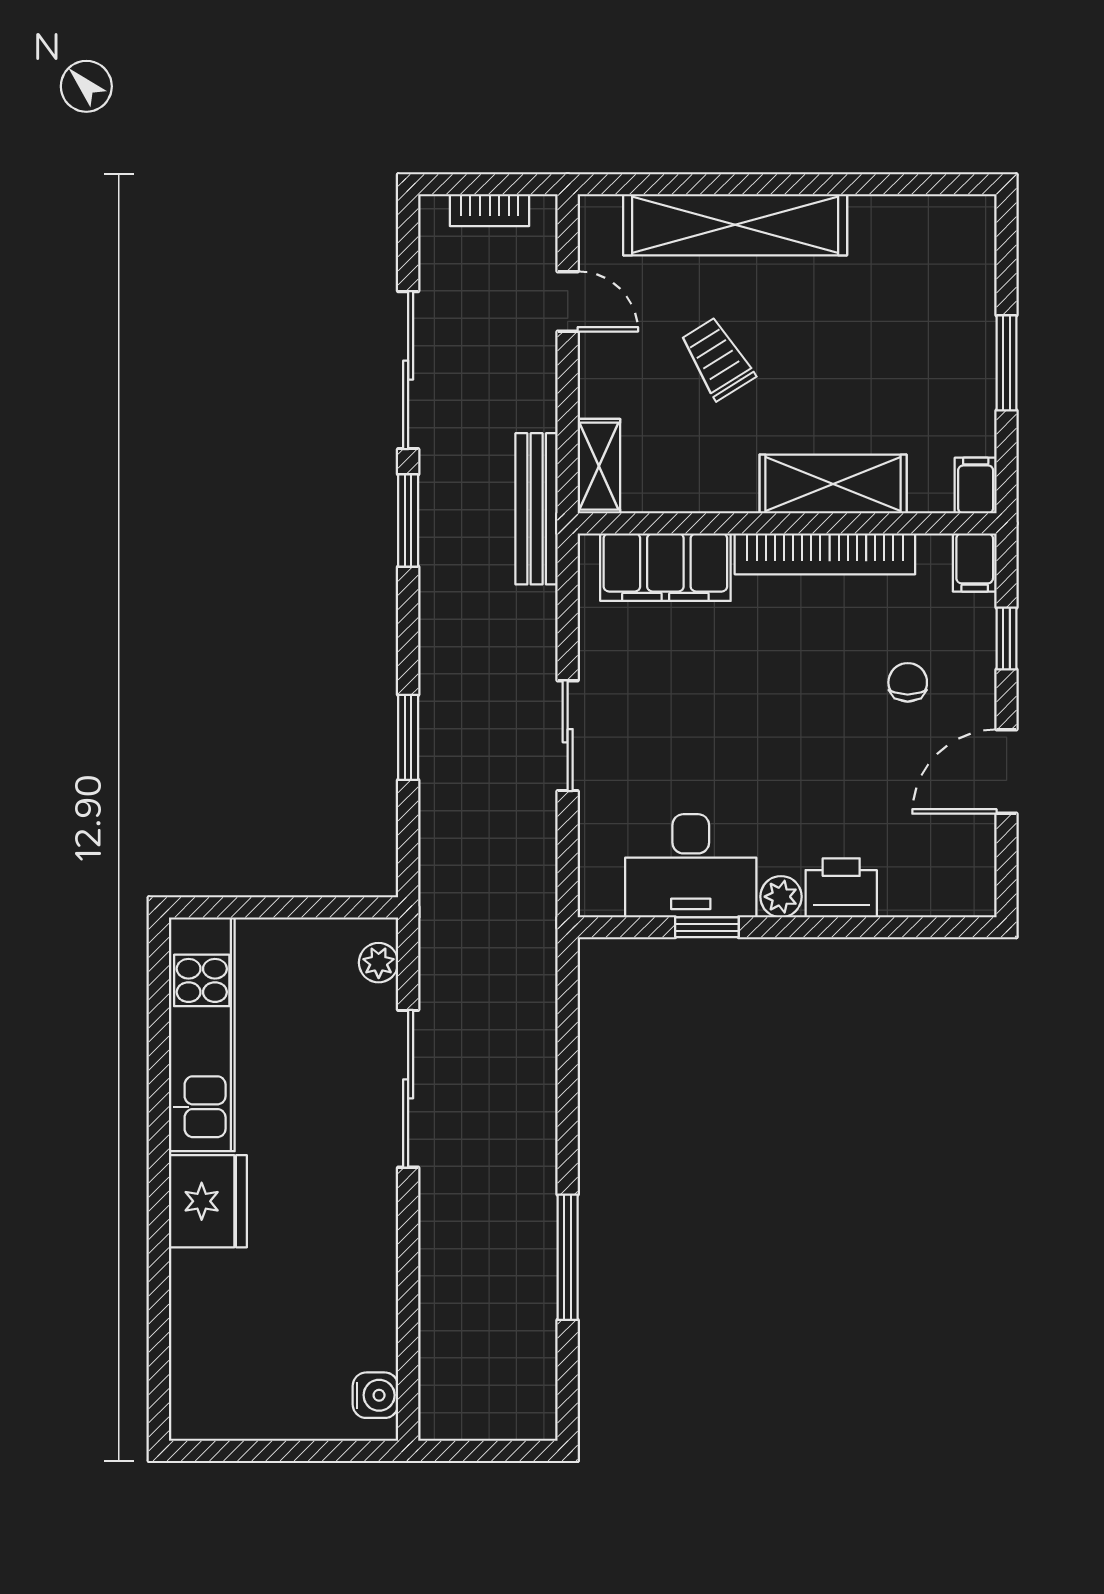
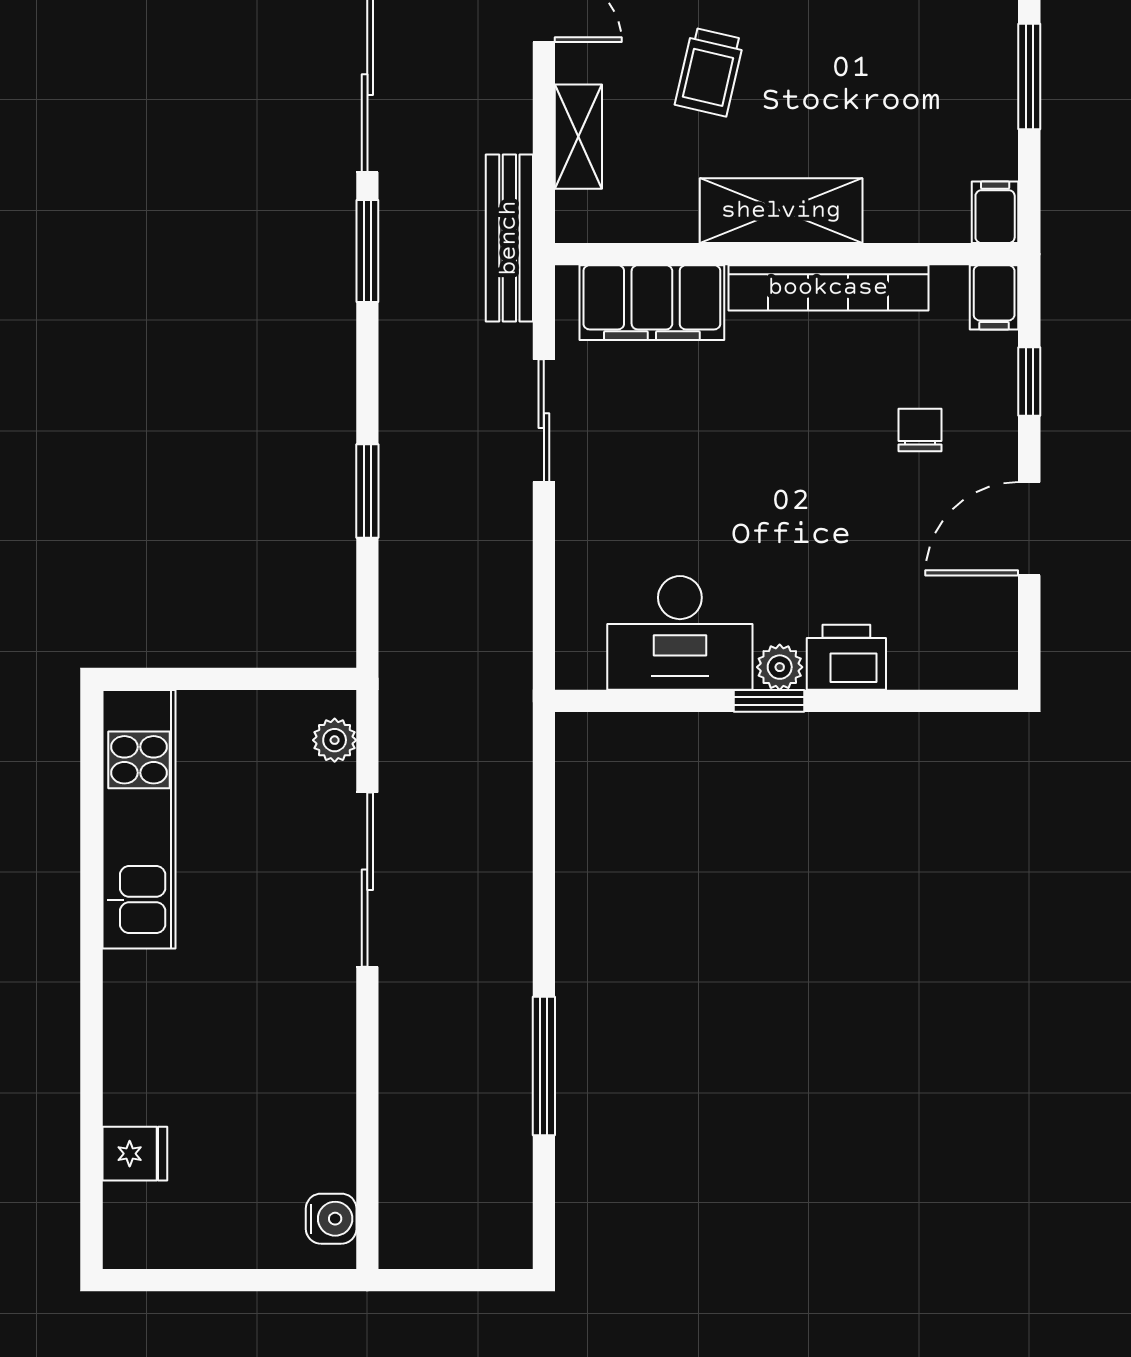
trolley: (717, 359) -> (709, 72), turned -135
shelving: (599, 466) -> (578, 137), moved
shelving: (833, 484) -> (781, 211), moved
sliding door: (568, 736) -> (544, 421), moved
window: (707, 927) -> (769, 701), moved
fridge: (208, 1201) -> (135, 1154), moved, width x0.53, depth x0.75

